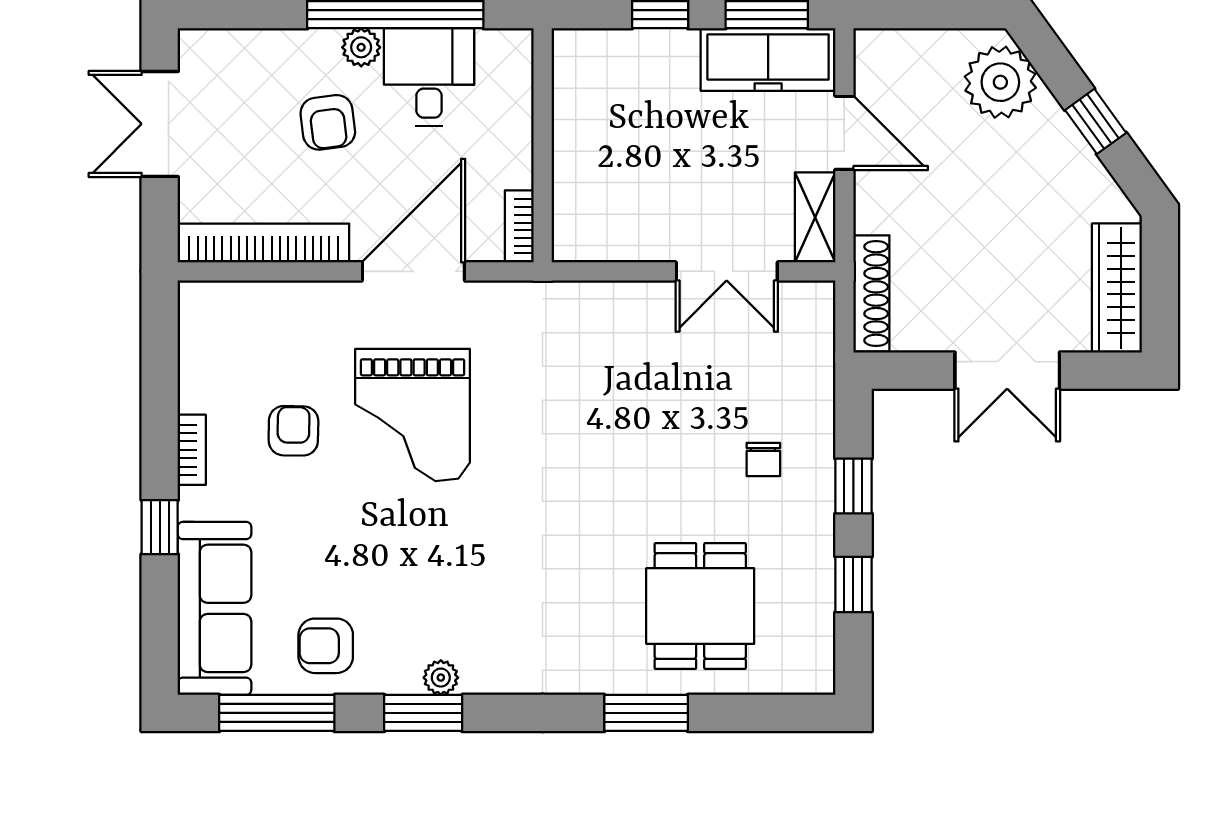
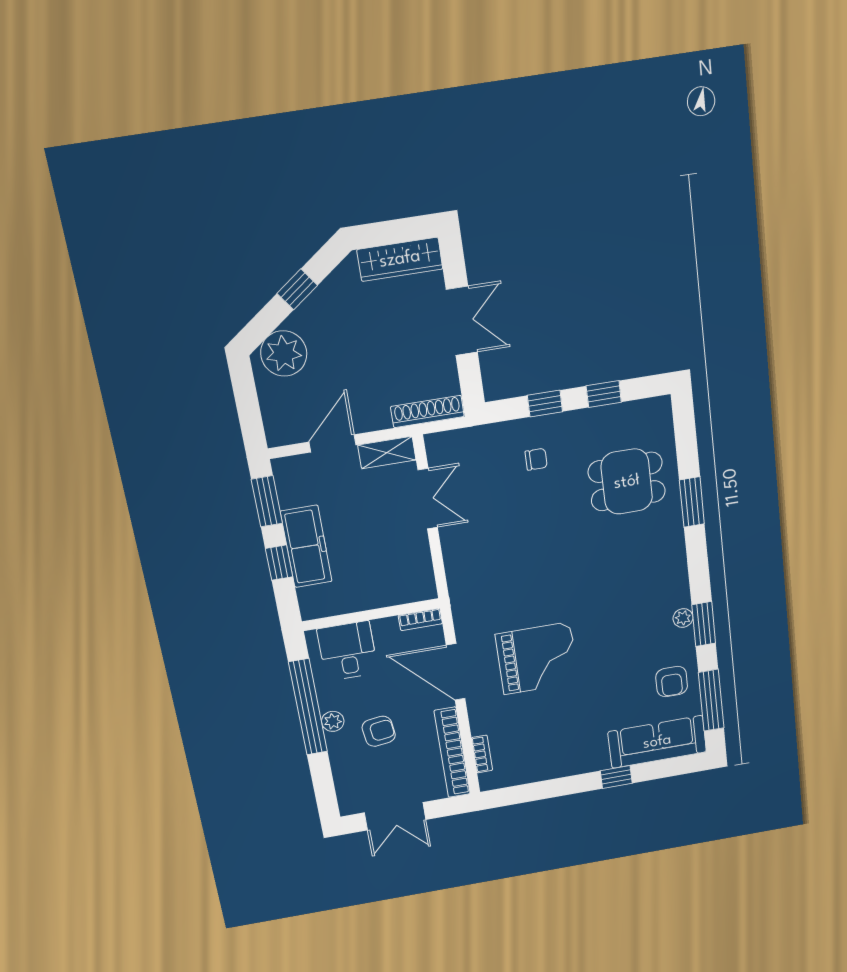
freezer: (768, 59) -> (306, 546), moved
desk: (429, 77) -> (348, 651), moved, turned 90
armchair: (293, 431) -> (554, 719), removed
bookcase: (192, 450) -> (482, 754), moved, turned 90

